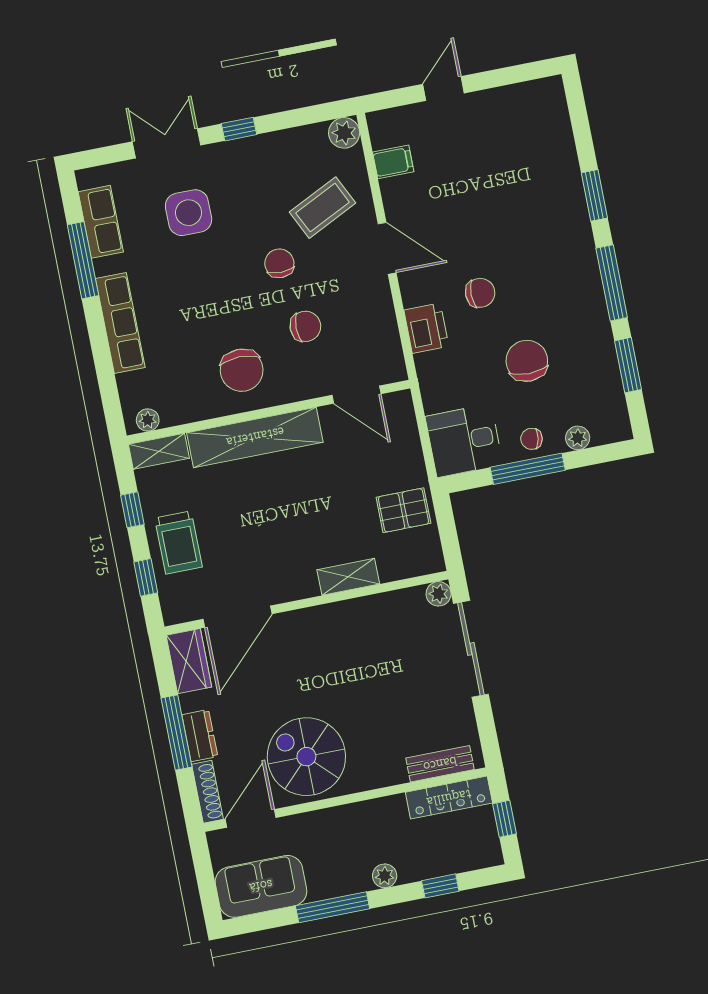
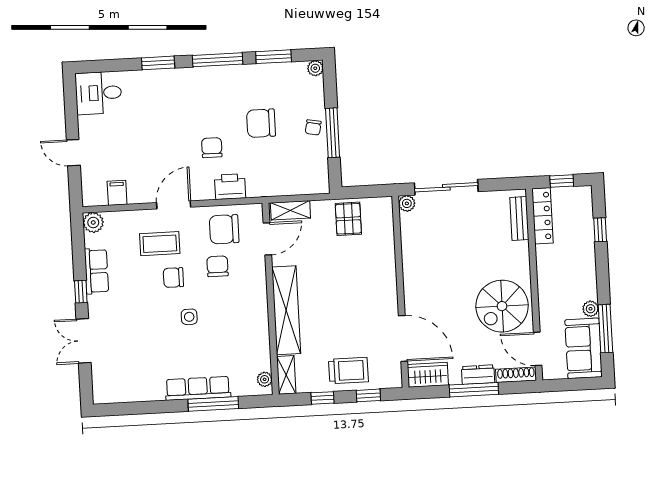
coffee table: (323, 208) -> (160, 244), moved, turned -64
side table: (189, 213) -> (189, 317), moved, width x0.54, depth x0.54
row of seats: (101, 222) -> (96, 271), moved, turned 90
window: (83, 260) -> (213, 404), moved
chair: (242, 370) -> (224, 229), moved, turned 180
plant: (578, 438) -> (315, 68), moved
desk: (464, 441) -> (99, 93), moved, turned 90
shelving: (348, 577) -> (290, 210), moved, turned 90
plant: (385, 876) -> (591, 309), moved
window: (333, 907) -> (605, 329), moved

